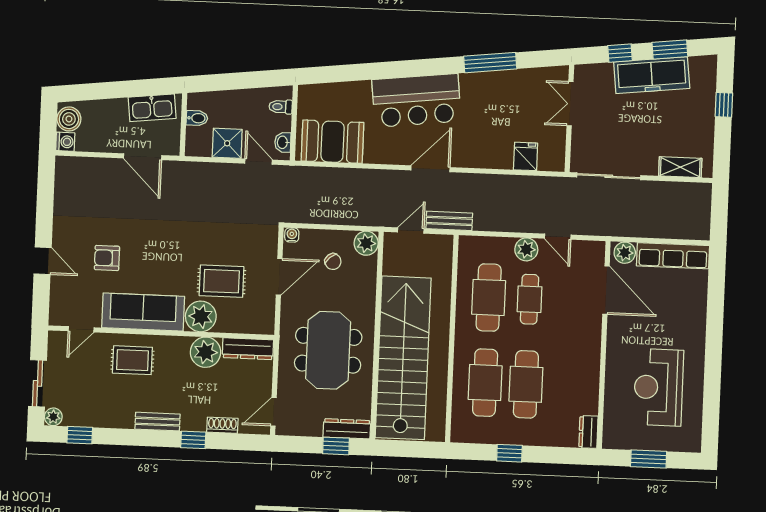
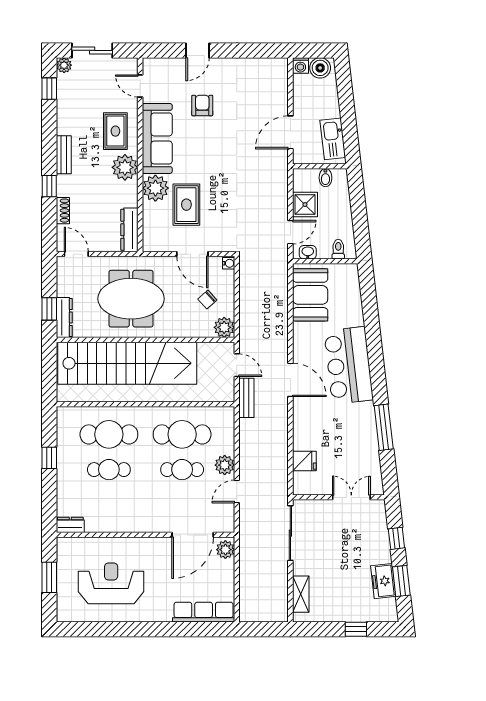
freezer: (652, 75) -> (383, 581), width x0.52, depth x0.79
row of seats: (673, 256) -> (204, 612), moved, turned 90
plant: (206, 352) -> (125, 167), moved
cafe table: (526, 384) -> (109, 470), width x0.73, depth x0.74

